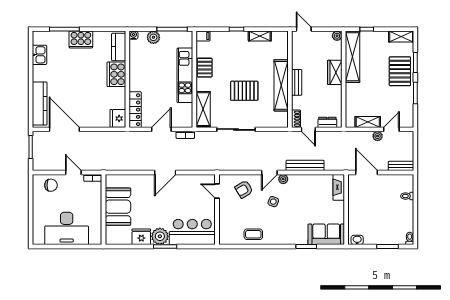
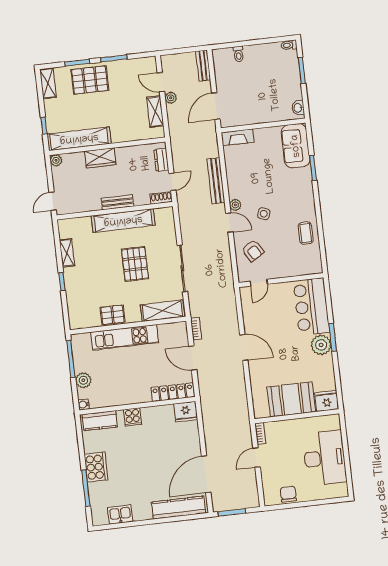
filing cabinet: (203, 36) -> (75, 321), removed
cooker: (116, 74) -> (132, 417), width x0.53, depth x0.76
chair: (51, 185) -> (288, 494), moved
fridge: (141, 237) -> (327, 401), moved, turned 90

